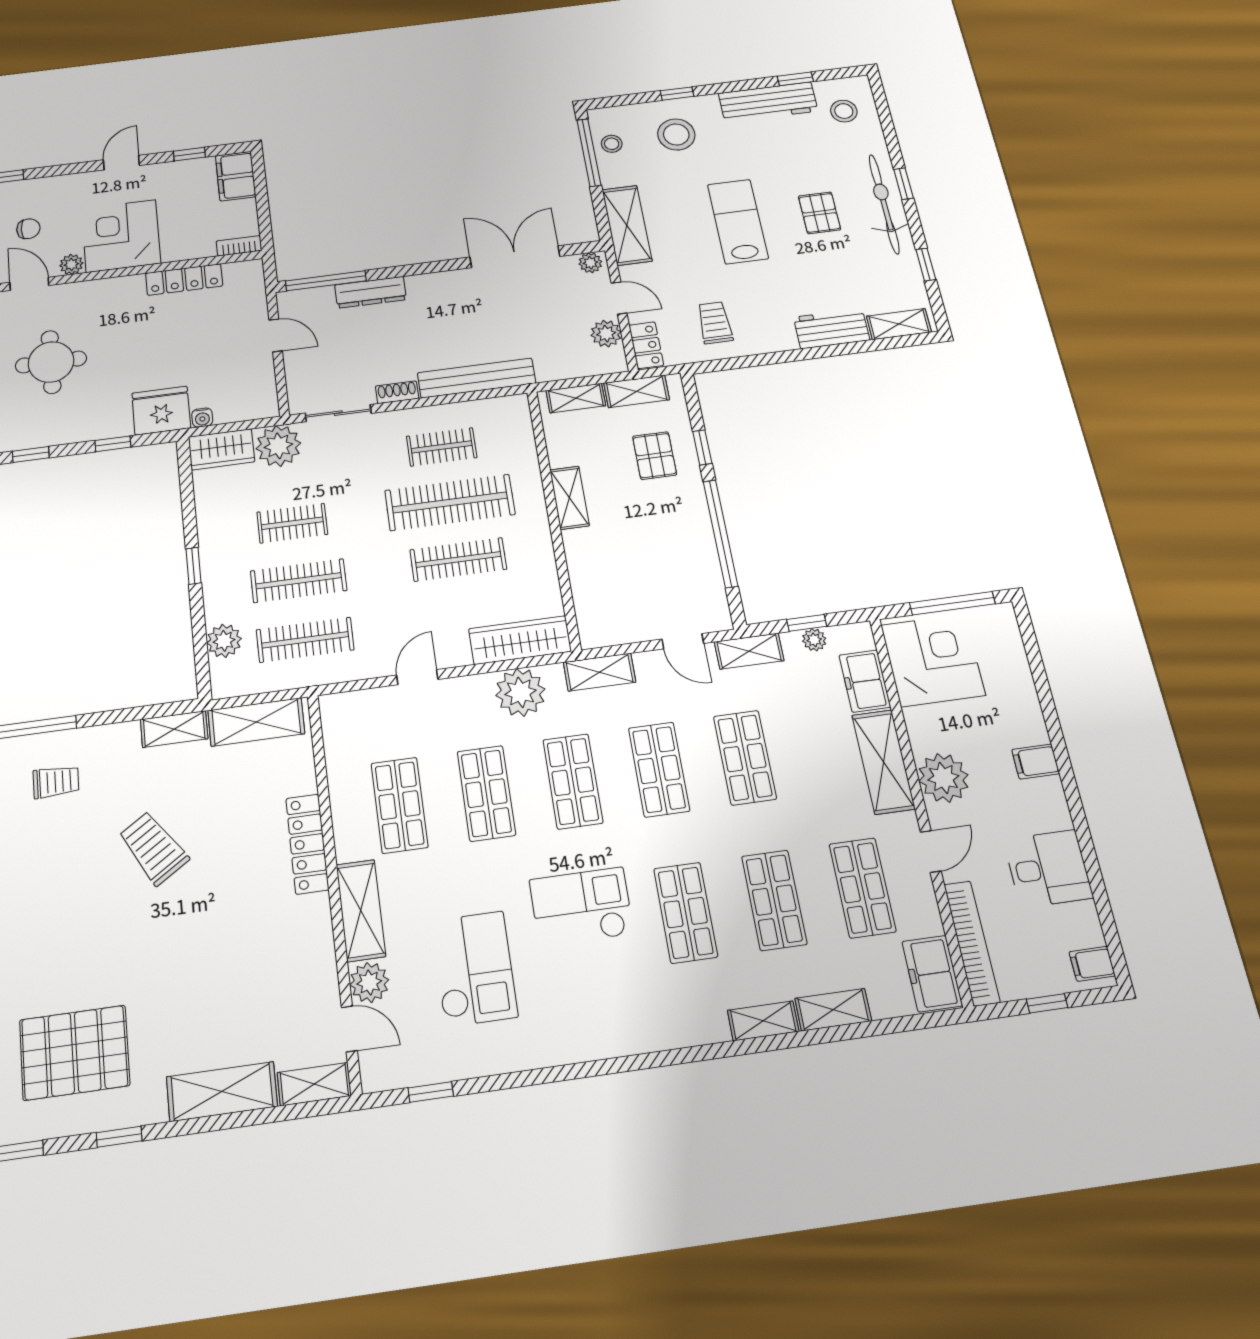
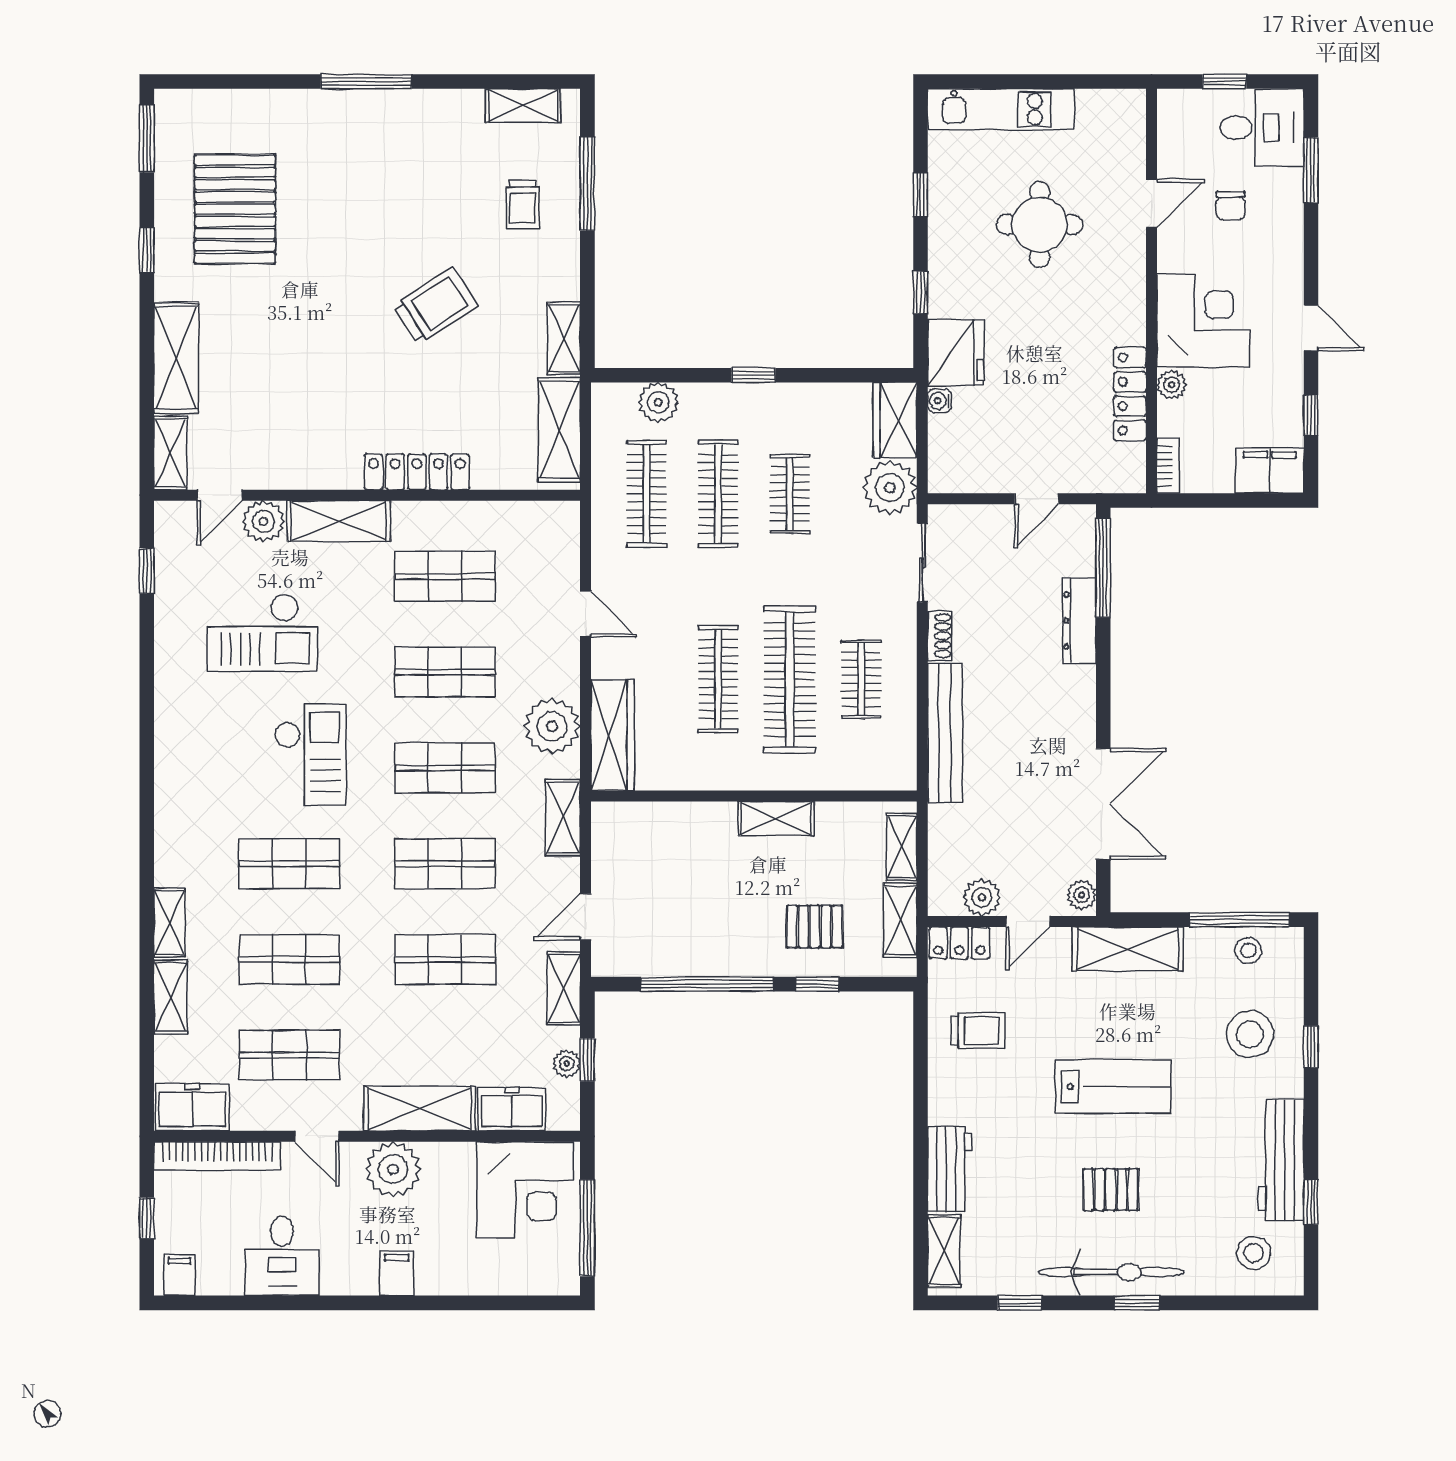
plant: (71, 264) -> (1172, 385), moved

